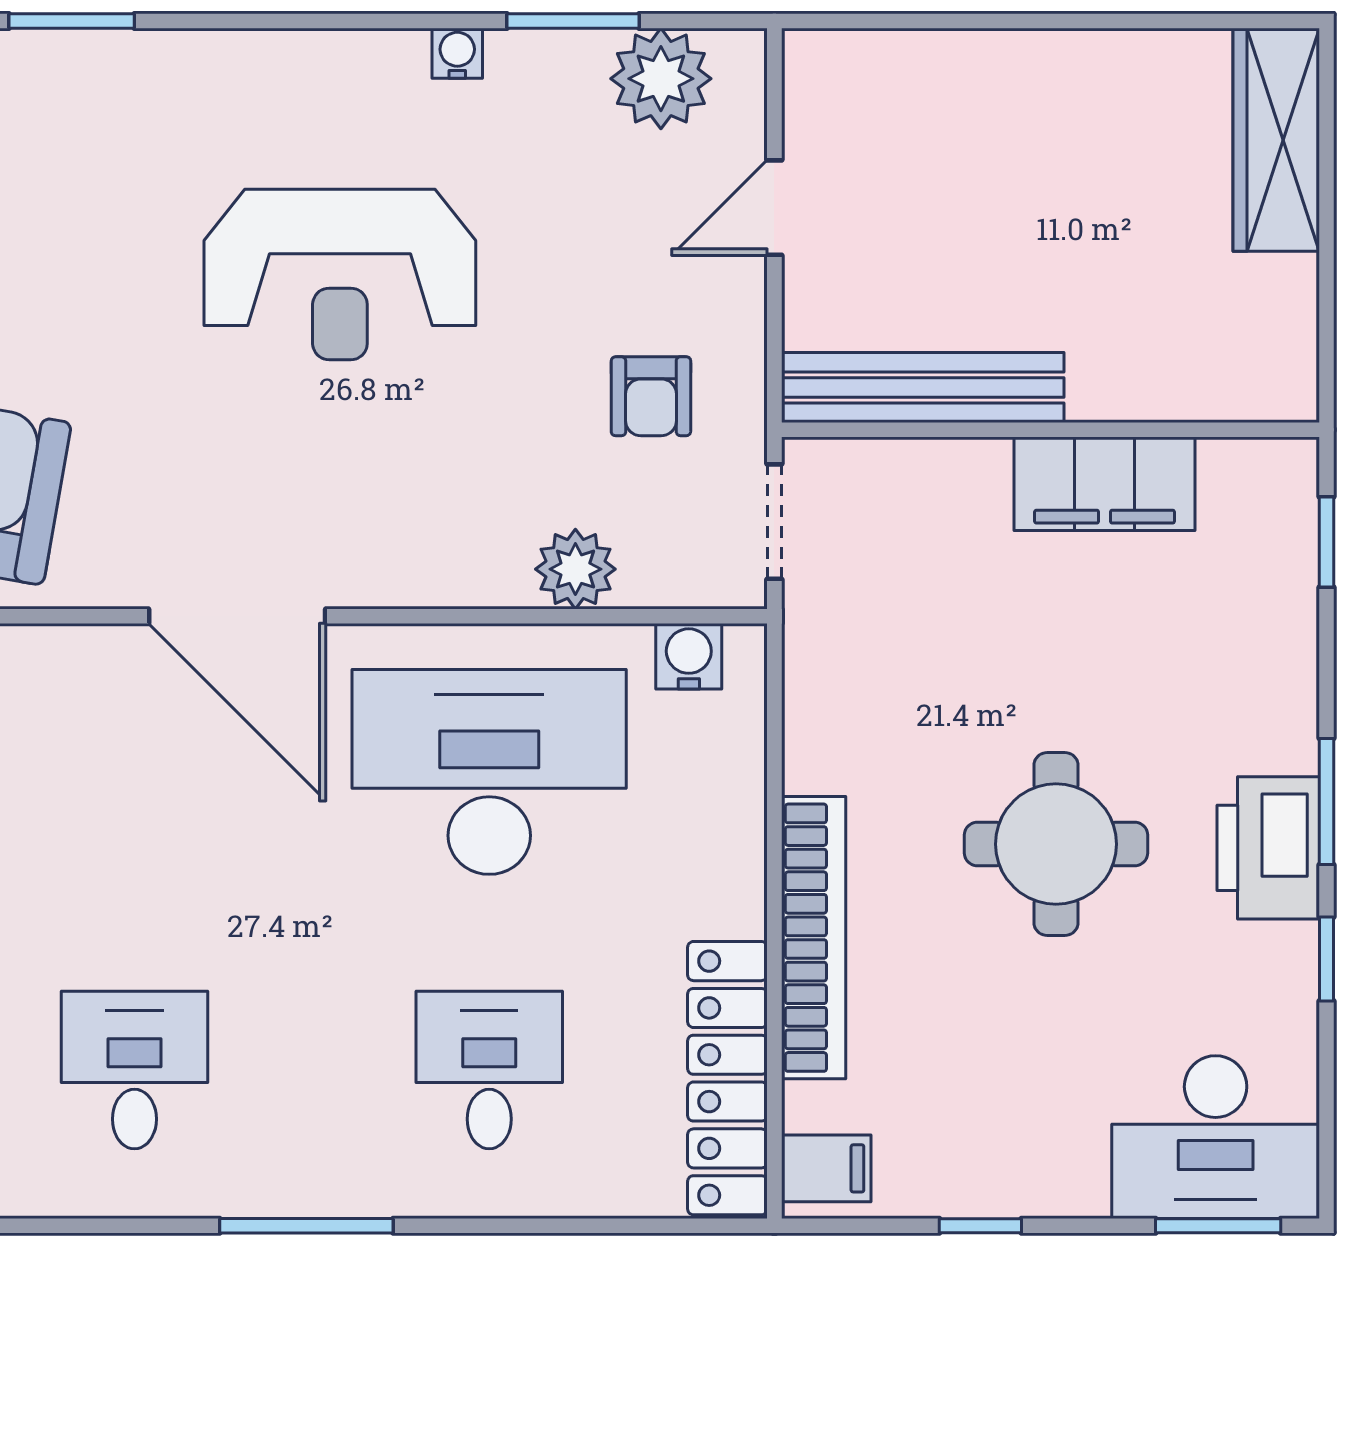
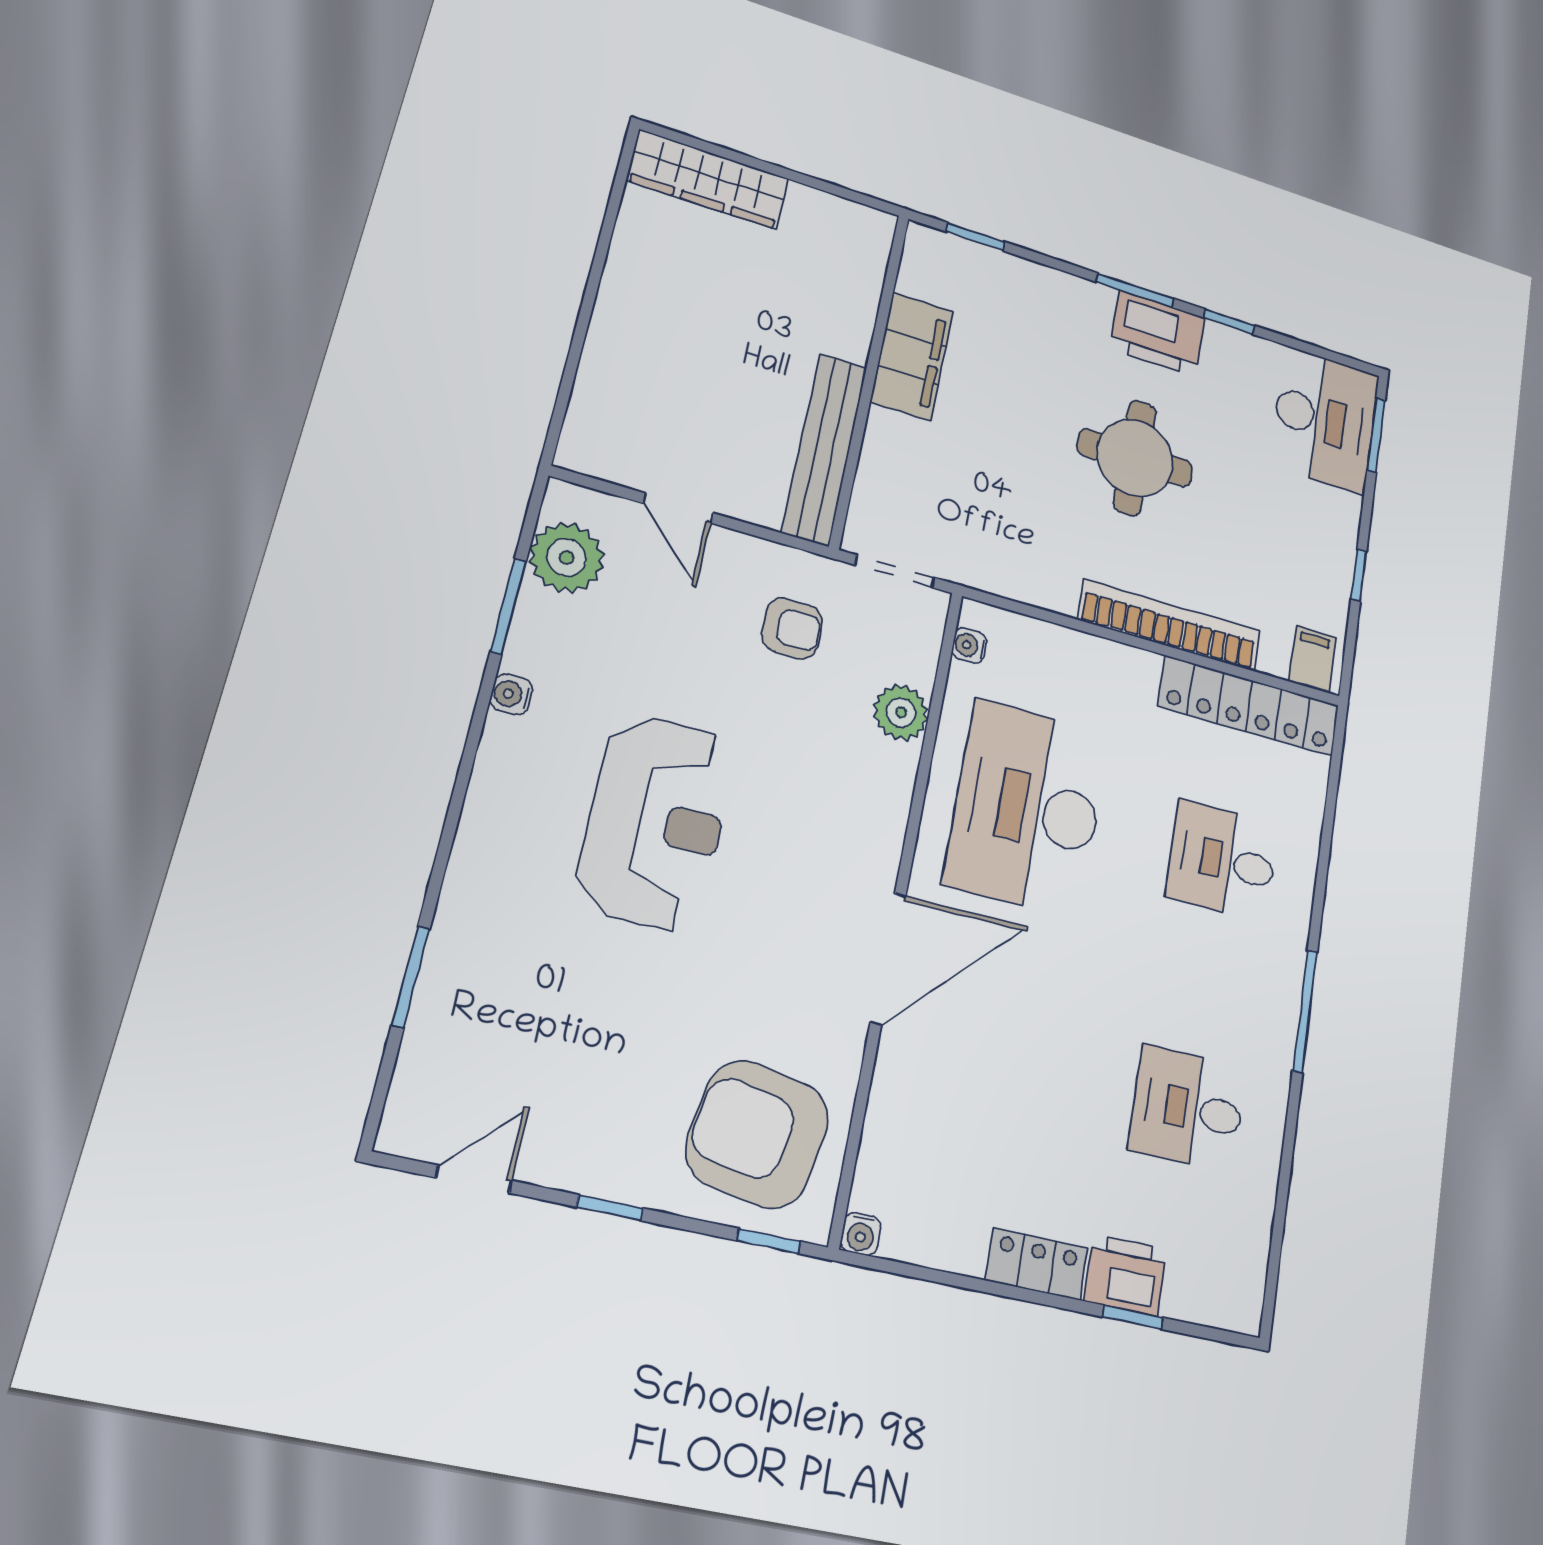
water cooler: (689, 656) -> (969, 646), width x0.72, depth x0.72

